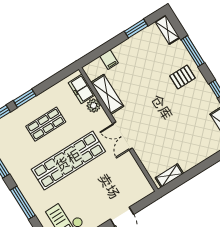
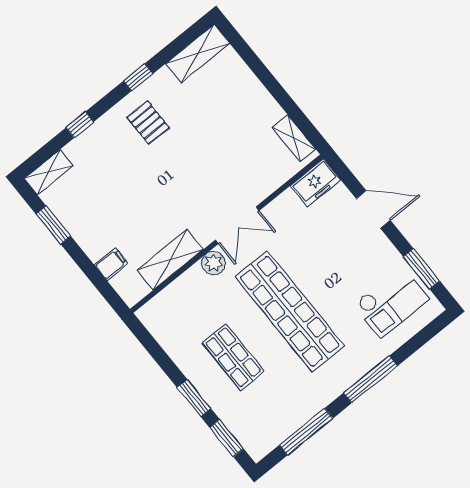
window: (193, 51) -> (80, 125), width x0.46
pallet: (182, 77) -> (148, 122), moved
freezer: (82, 89) -> (316, 183), moved
plant: (94, 106) -> (213, 263), moved

